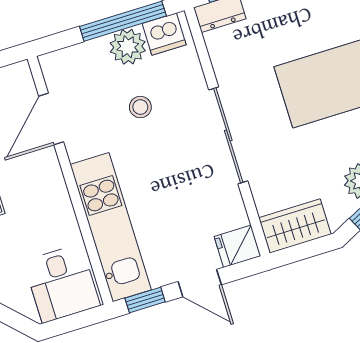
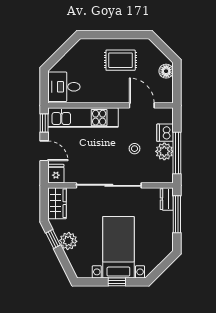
dishwasher: (164, 34) -> (165, 133), moved
sliding door: (228, 135) -> (109, 185), width x1.36
door: (200, 283) -> (44, 151), swing flipped

